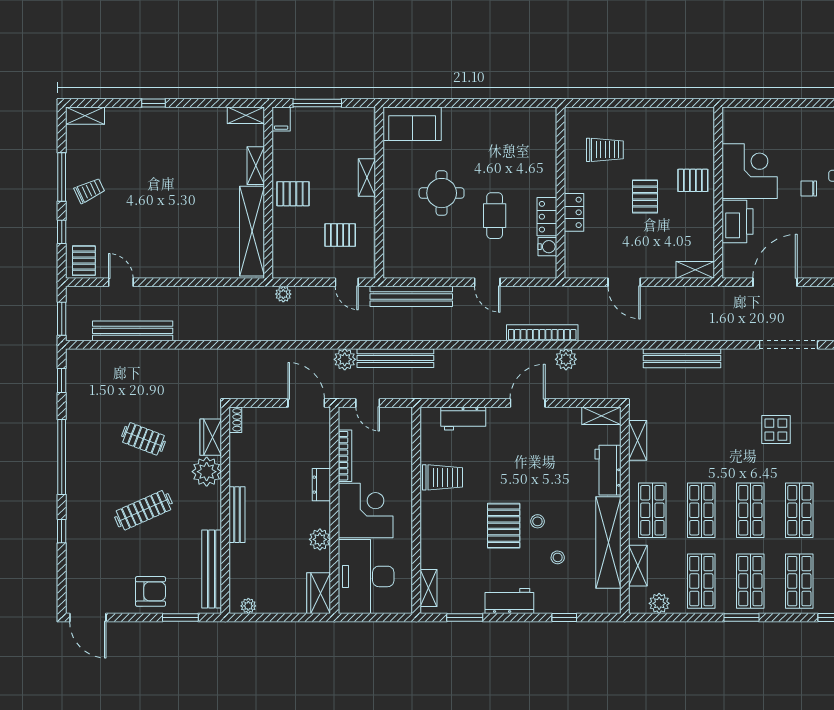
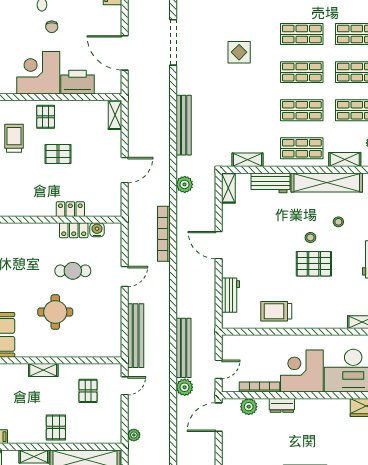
trolley: (605, 150) -> (14, 138), moved
plant: (566, 359) -> (185, 184), moved
trolley: (443, 477) -> (276, 311), turned -90
plant: (320, 539) -> (249, 407), moved

